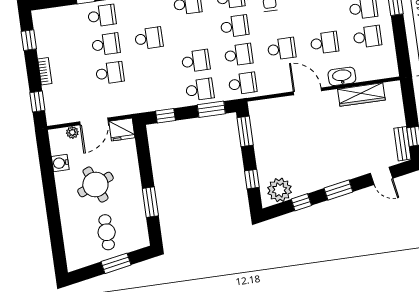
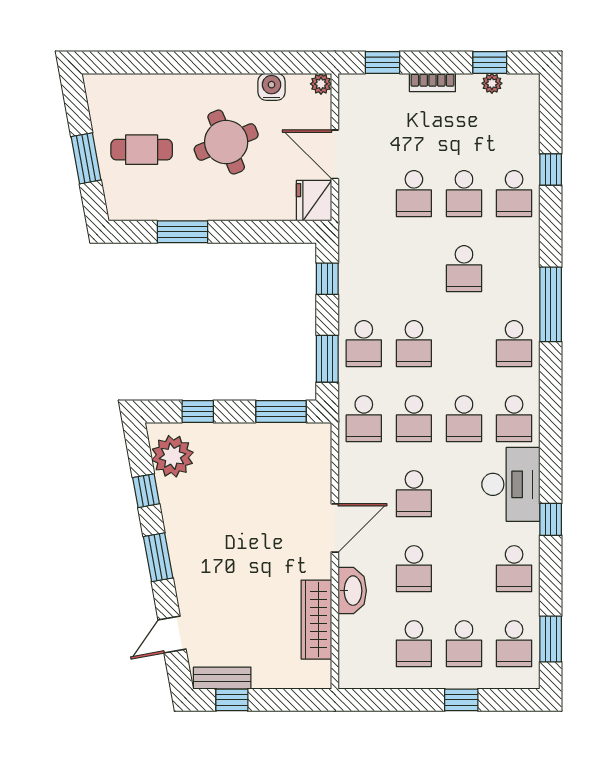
plant: (41, 37) -> (492, 83), added
plant: (72, 132) -> (321, 84), moved

